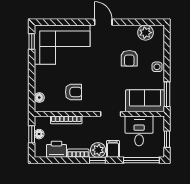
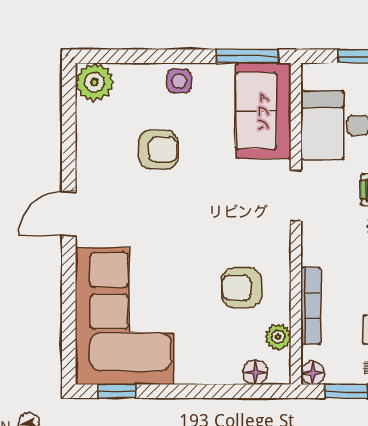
plant: (145, 33) -> (94, 82), moved
armchair: (73, 92) -> (242, 288), turned -90
plant: (54, 107) -> (278, 337), added
floor lamp: (39, 134) -> (313, 373), moved

